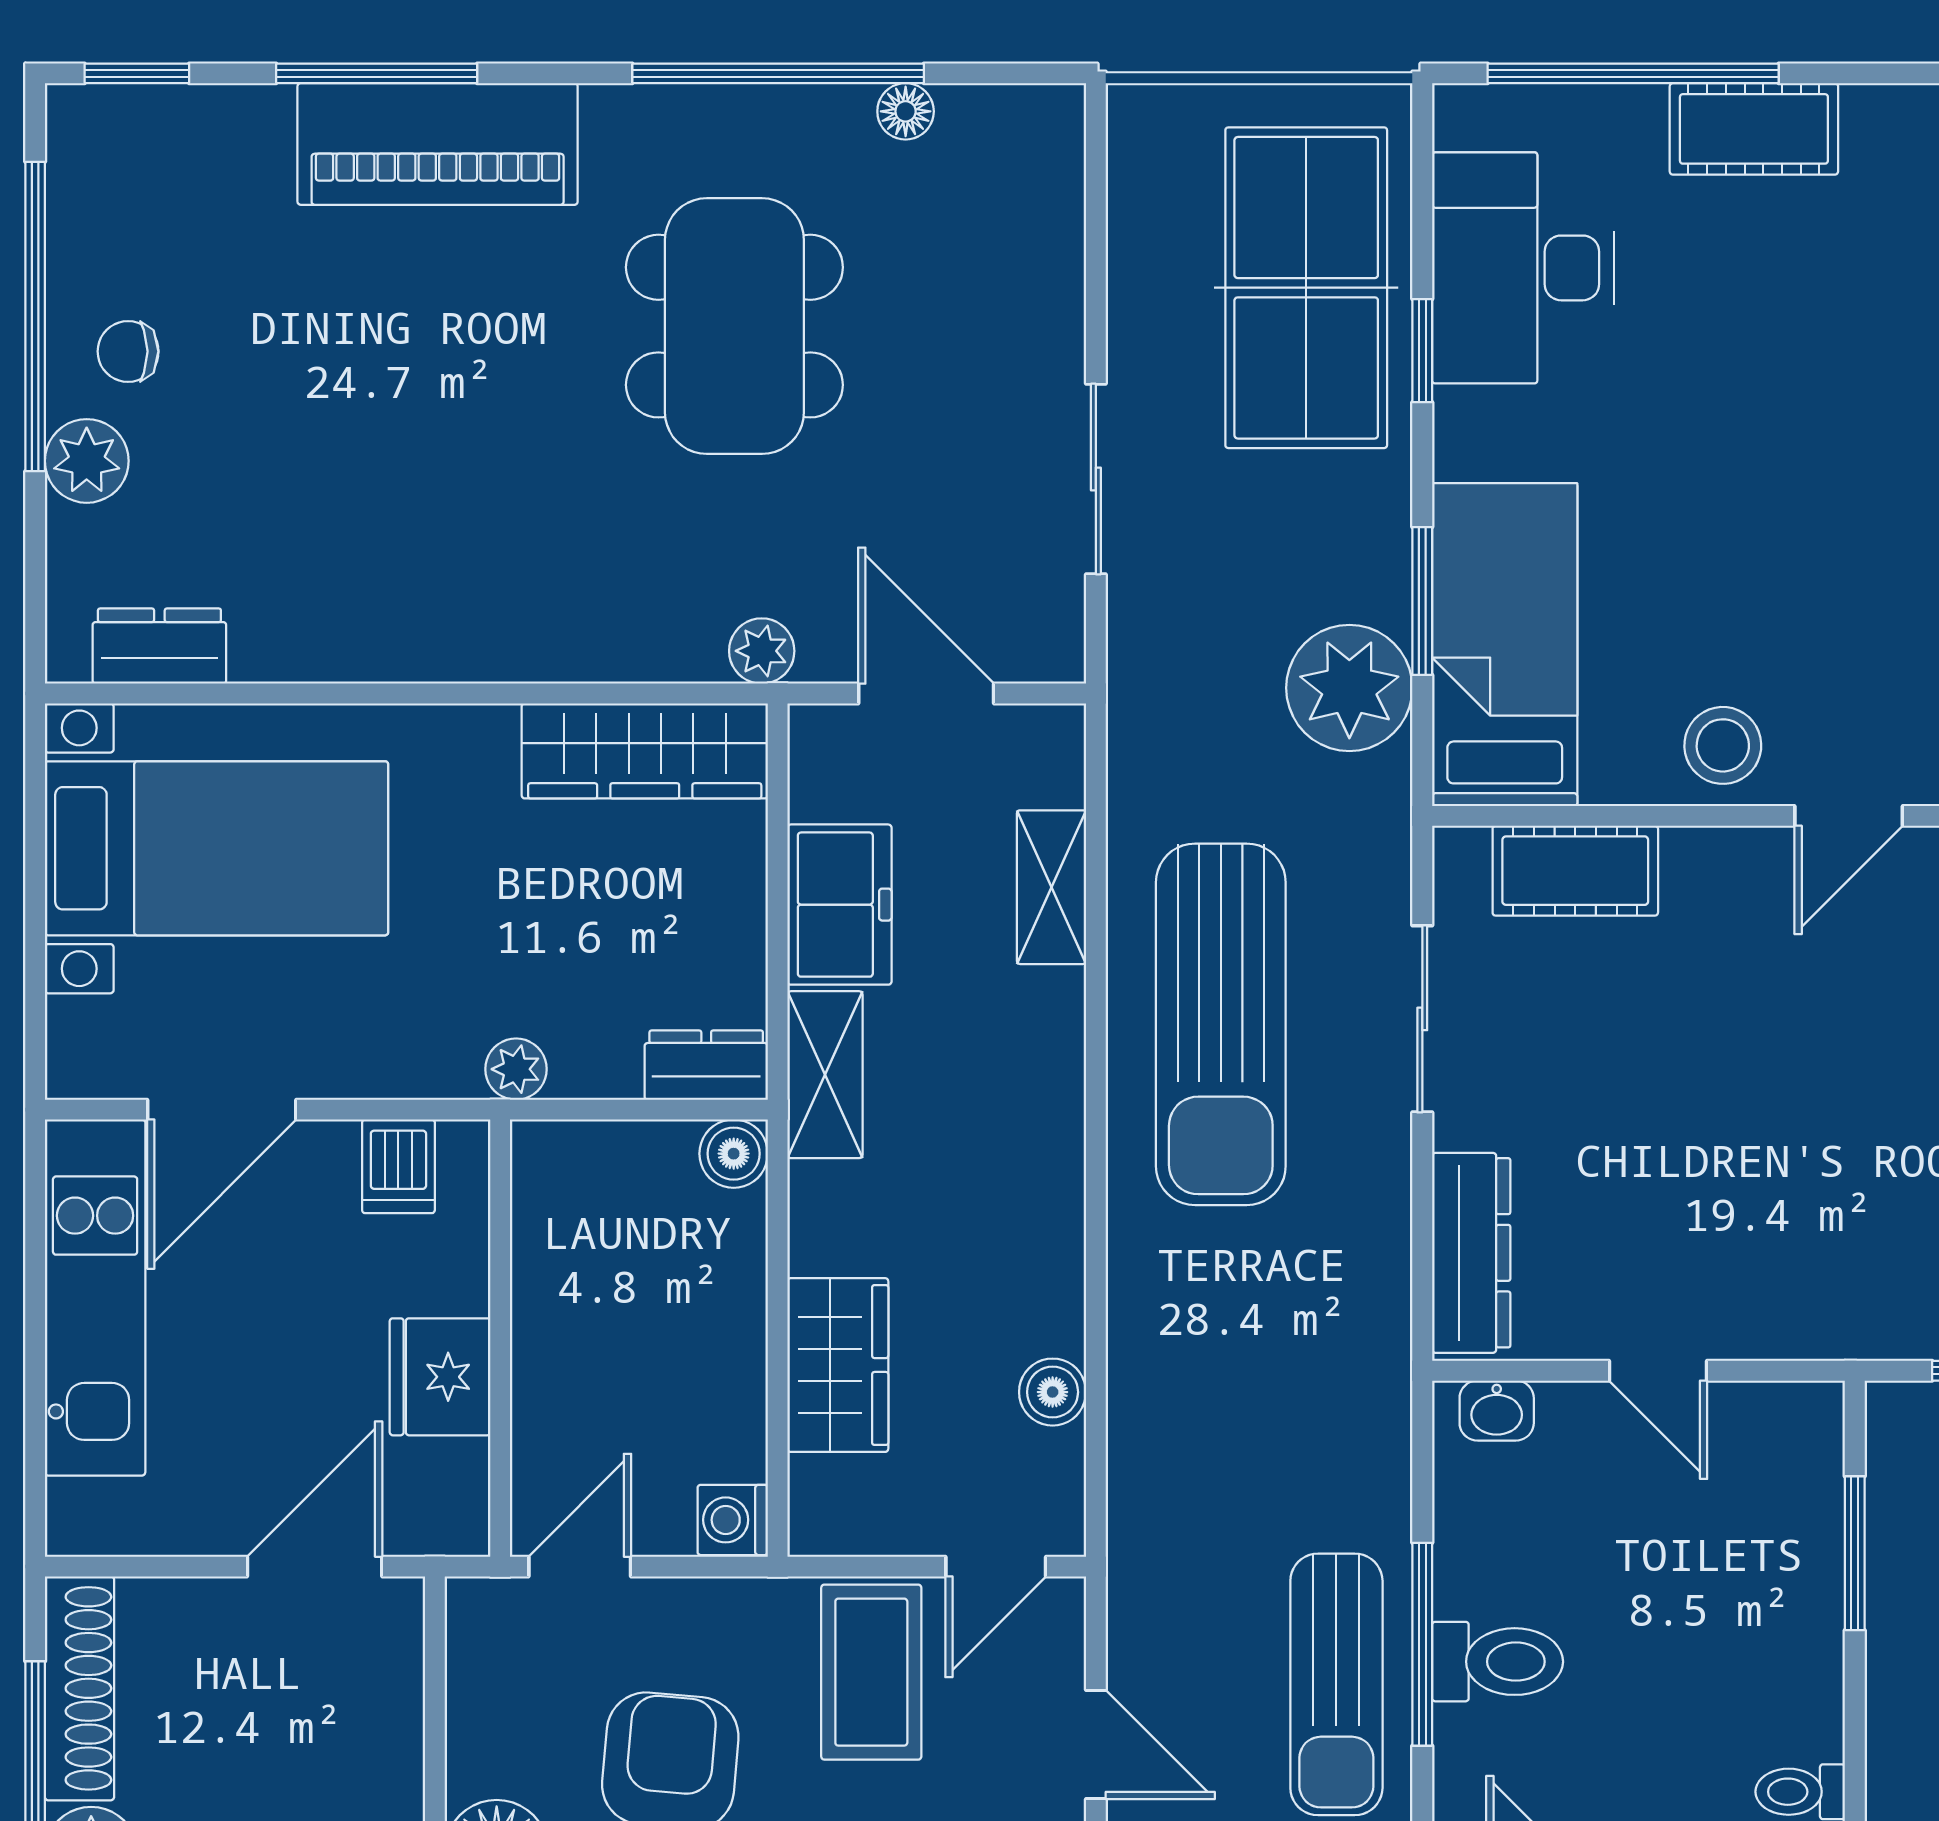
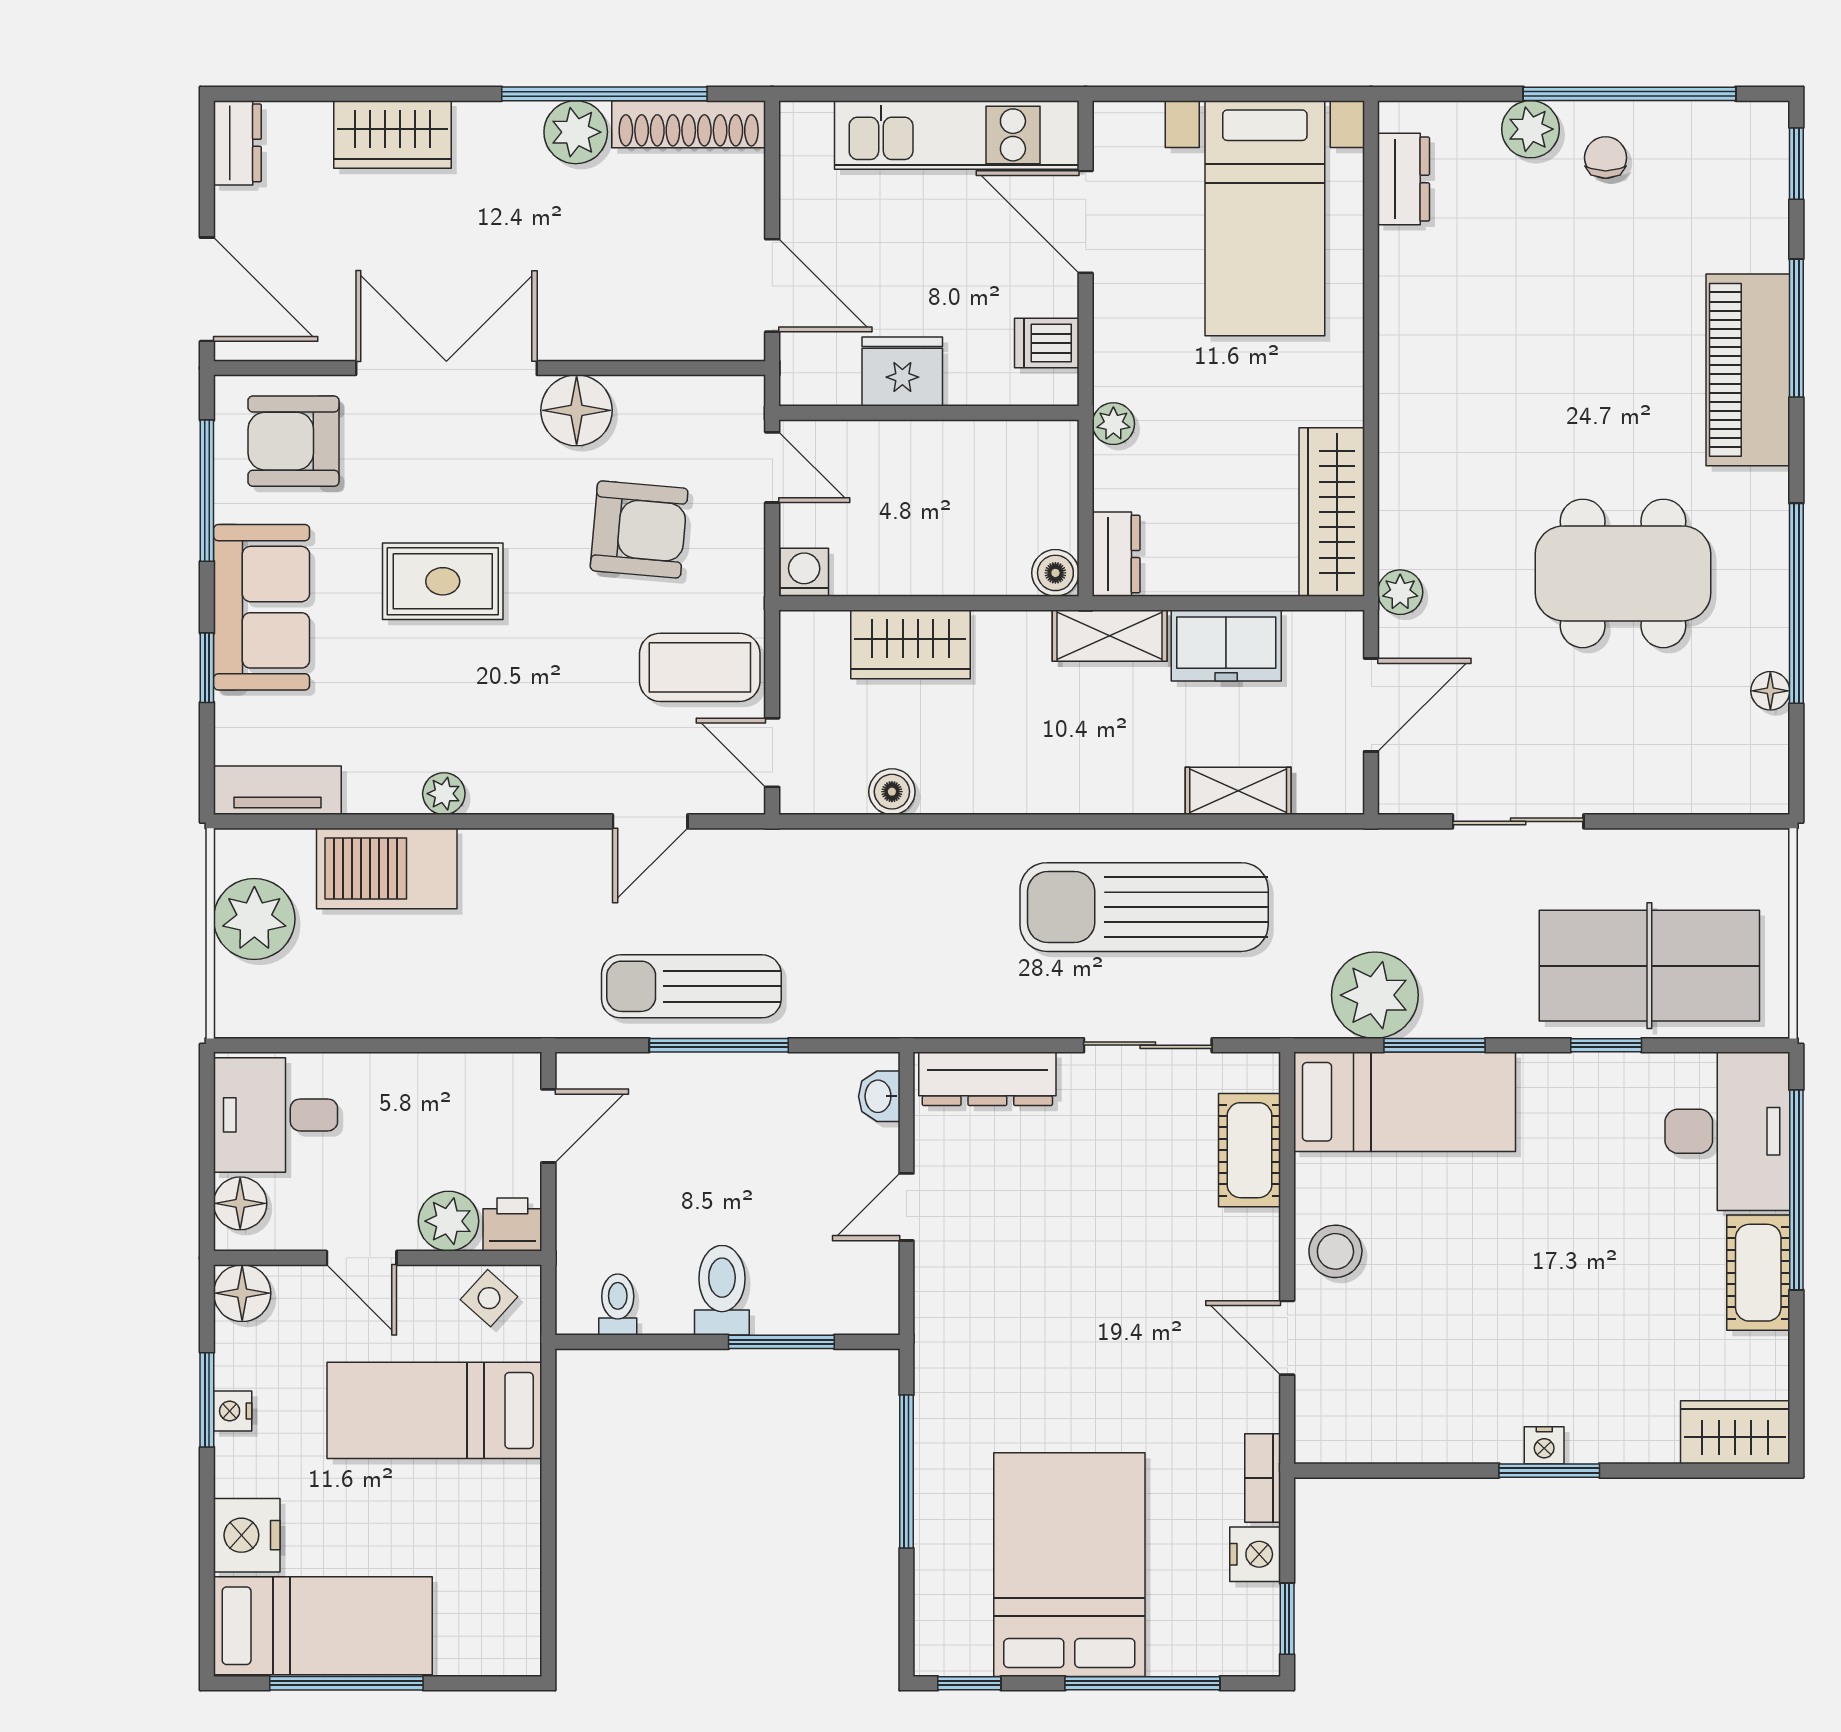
desk: (1523, 268) -> (1727, 1131), moved, turned 90
toilet: (1498, 1662) -> (722, 1290), moved, turned 180

